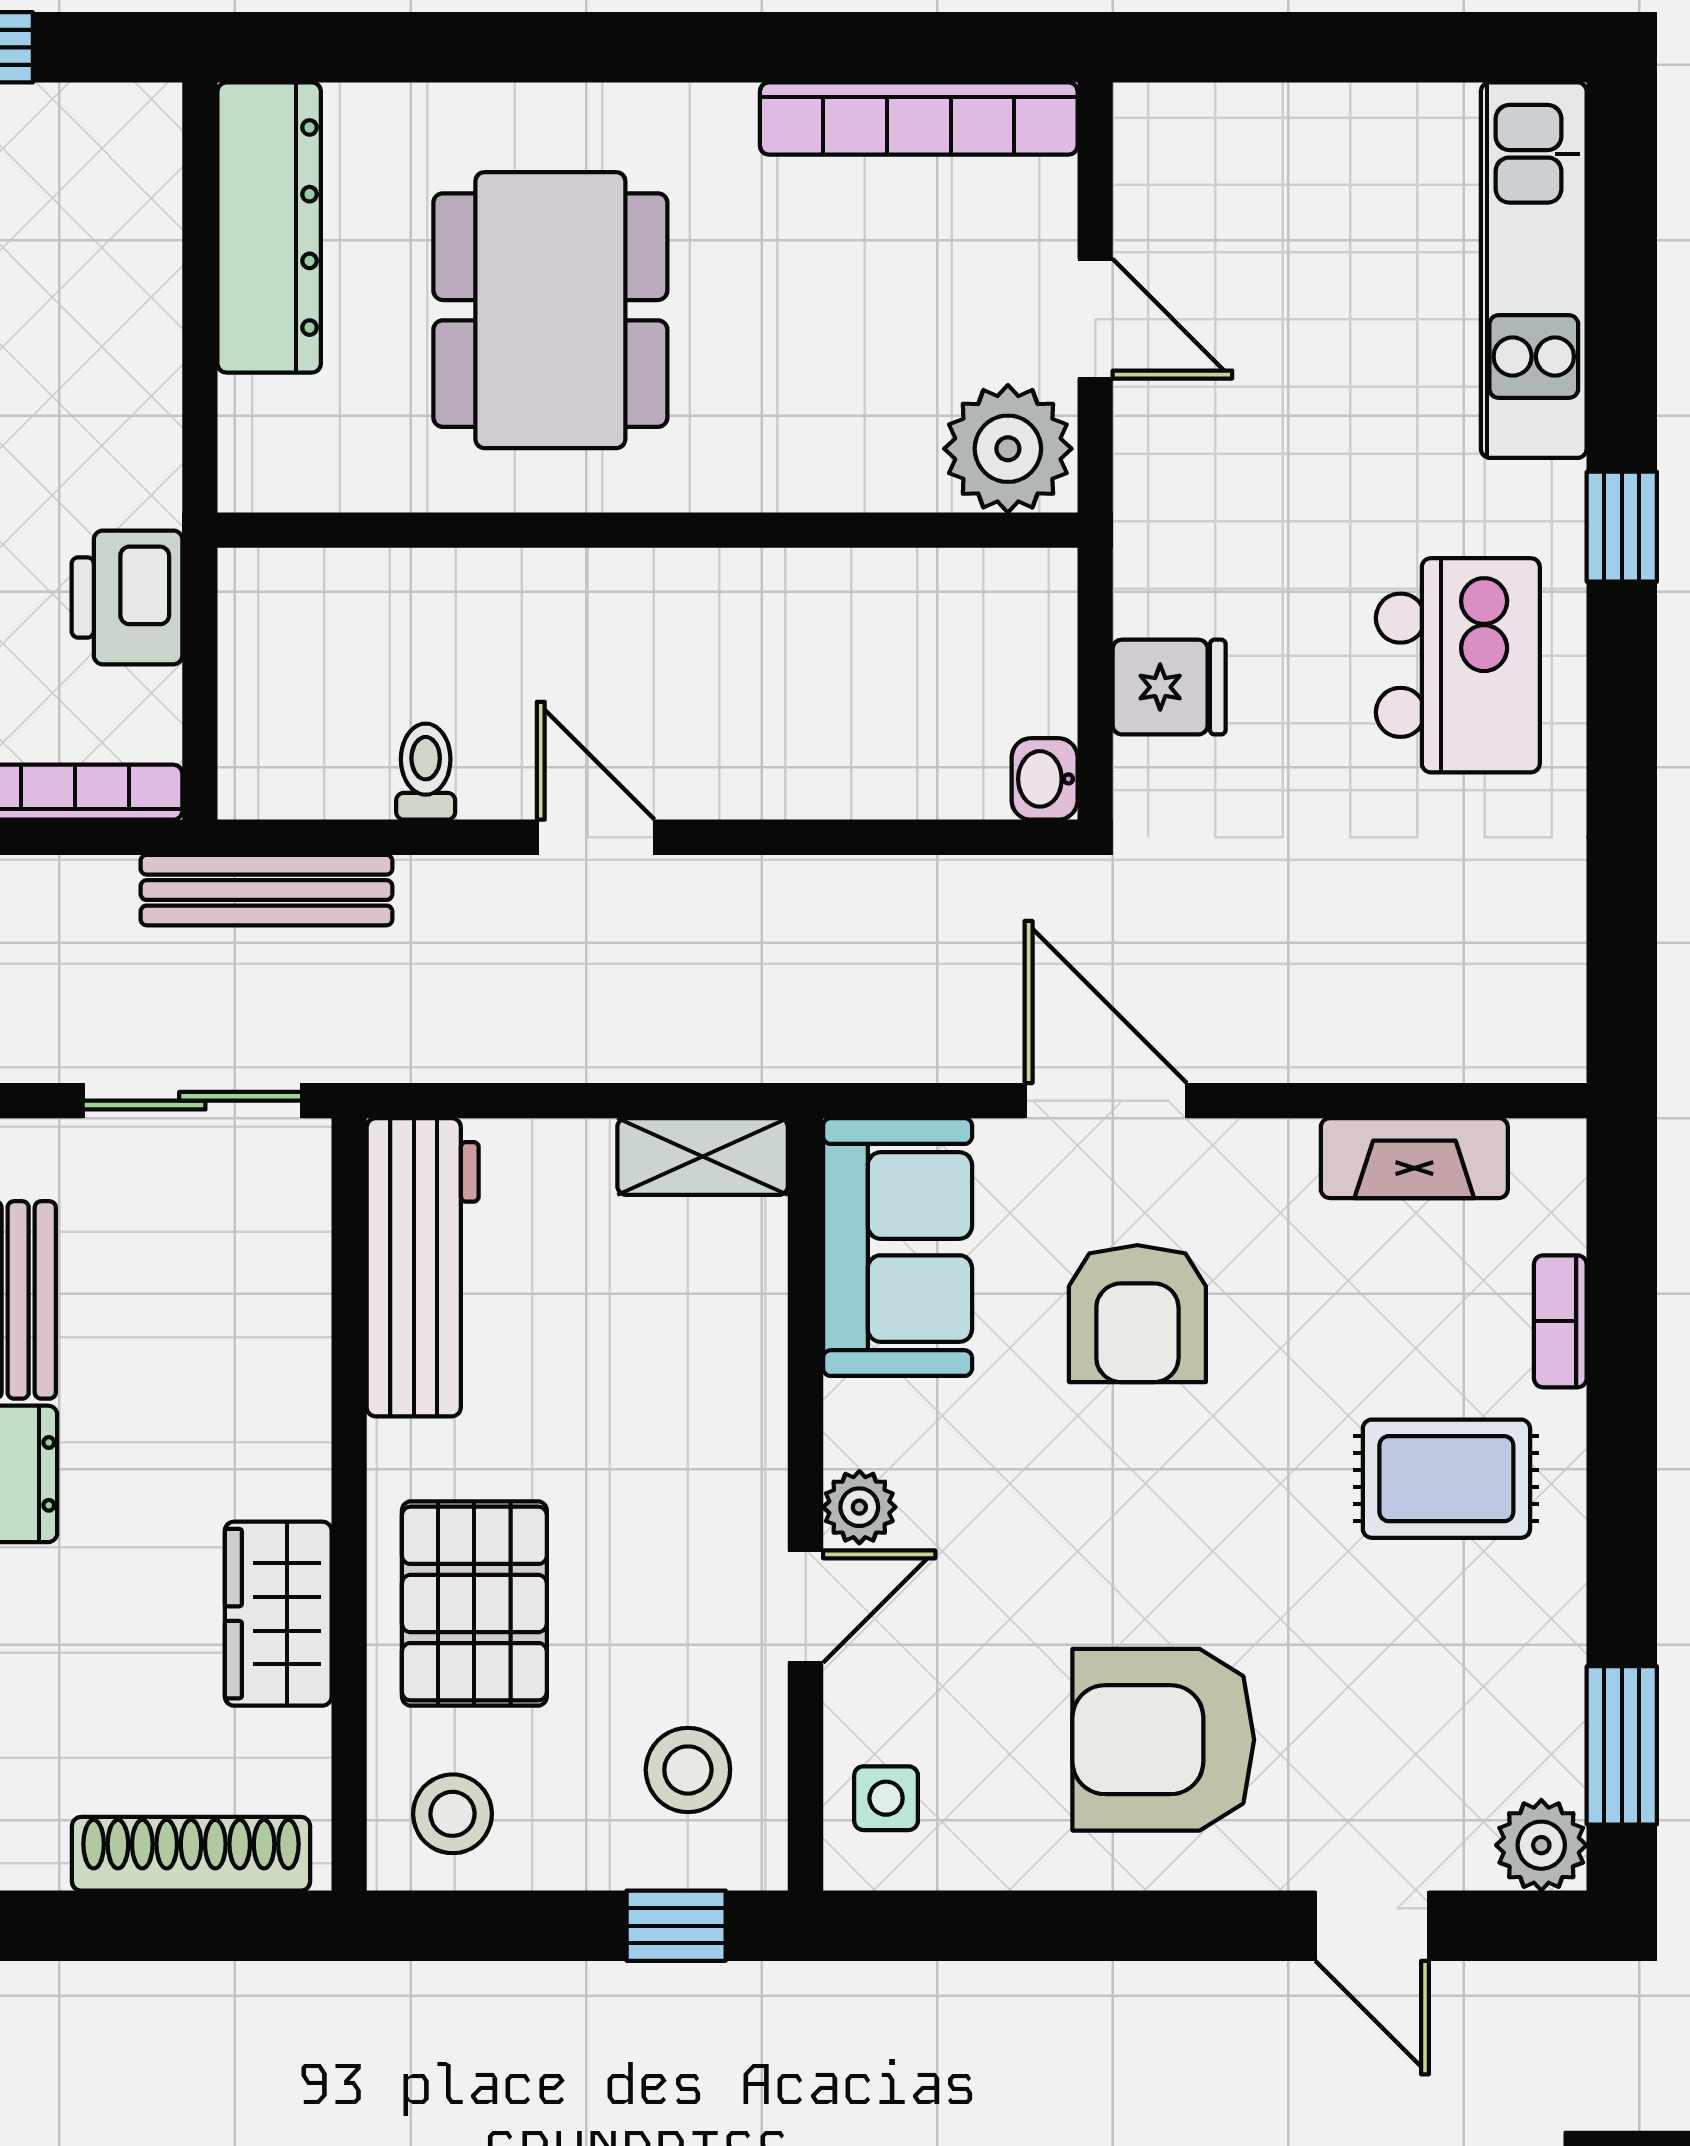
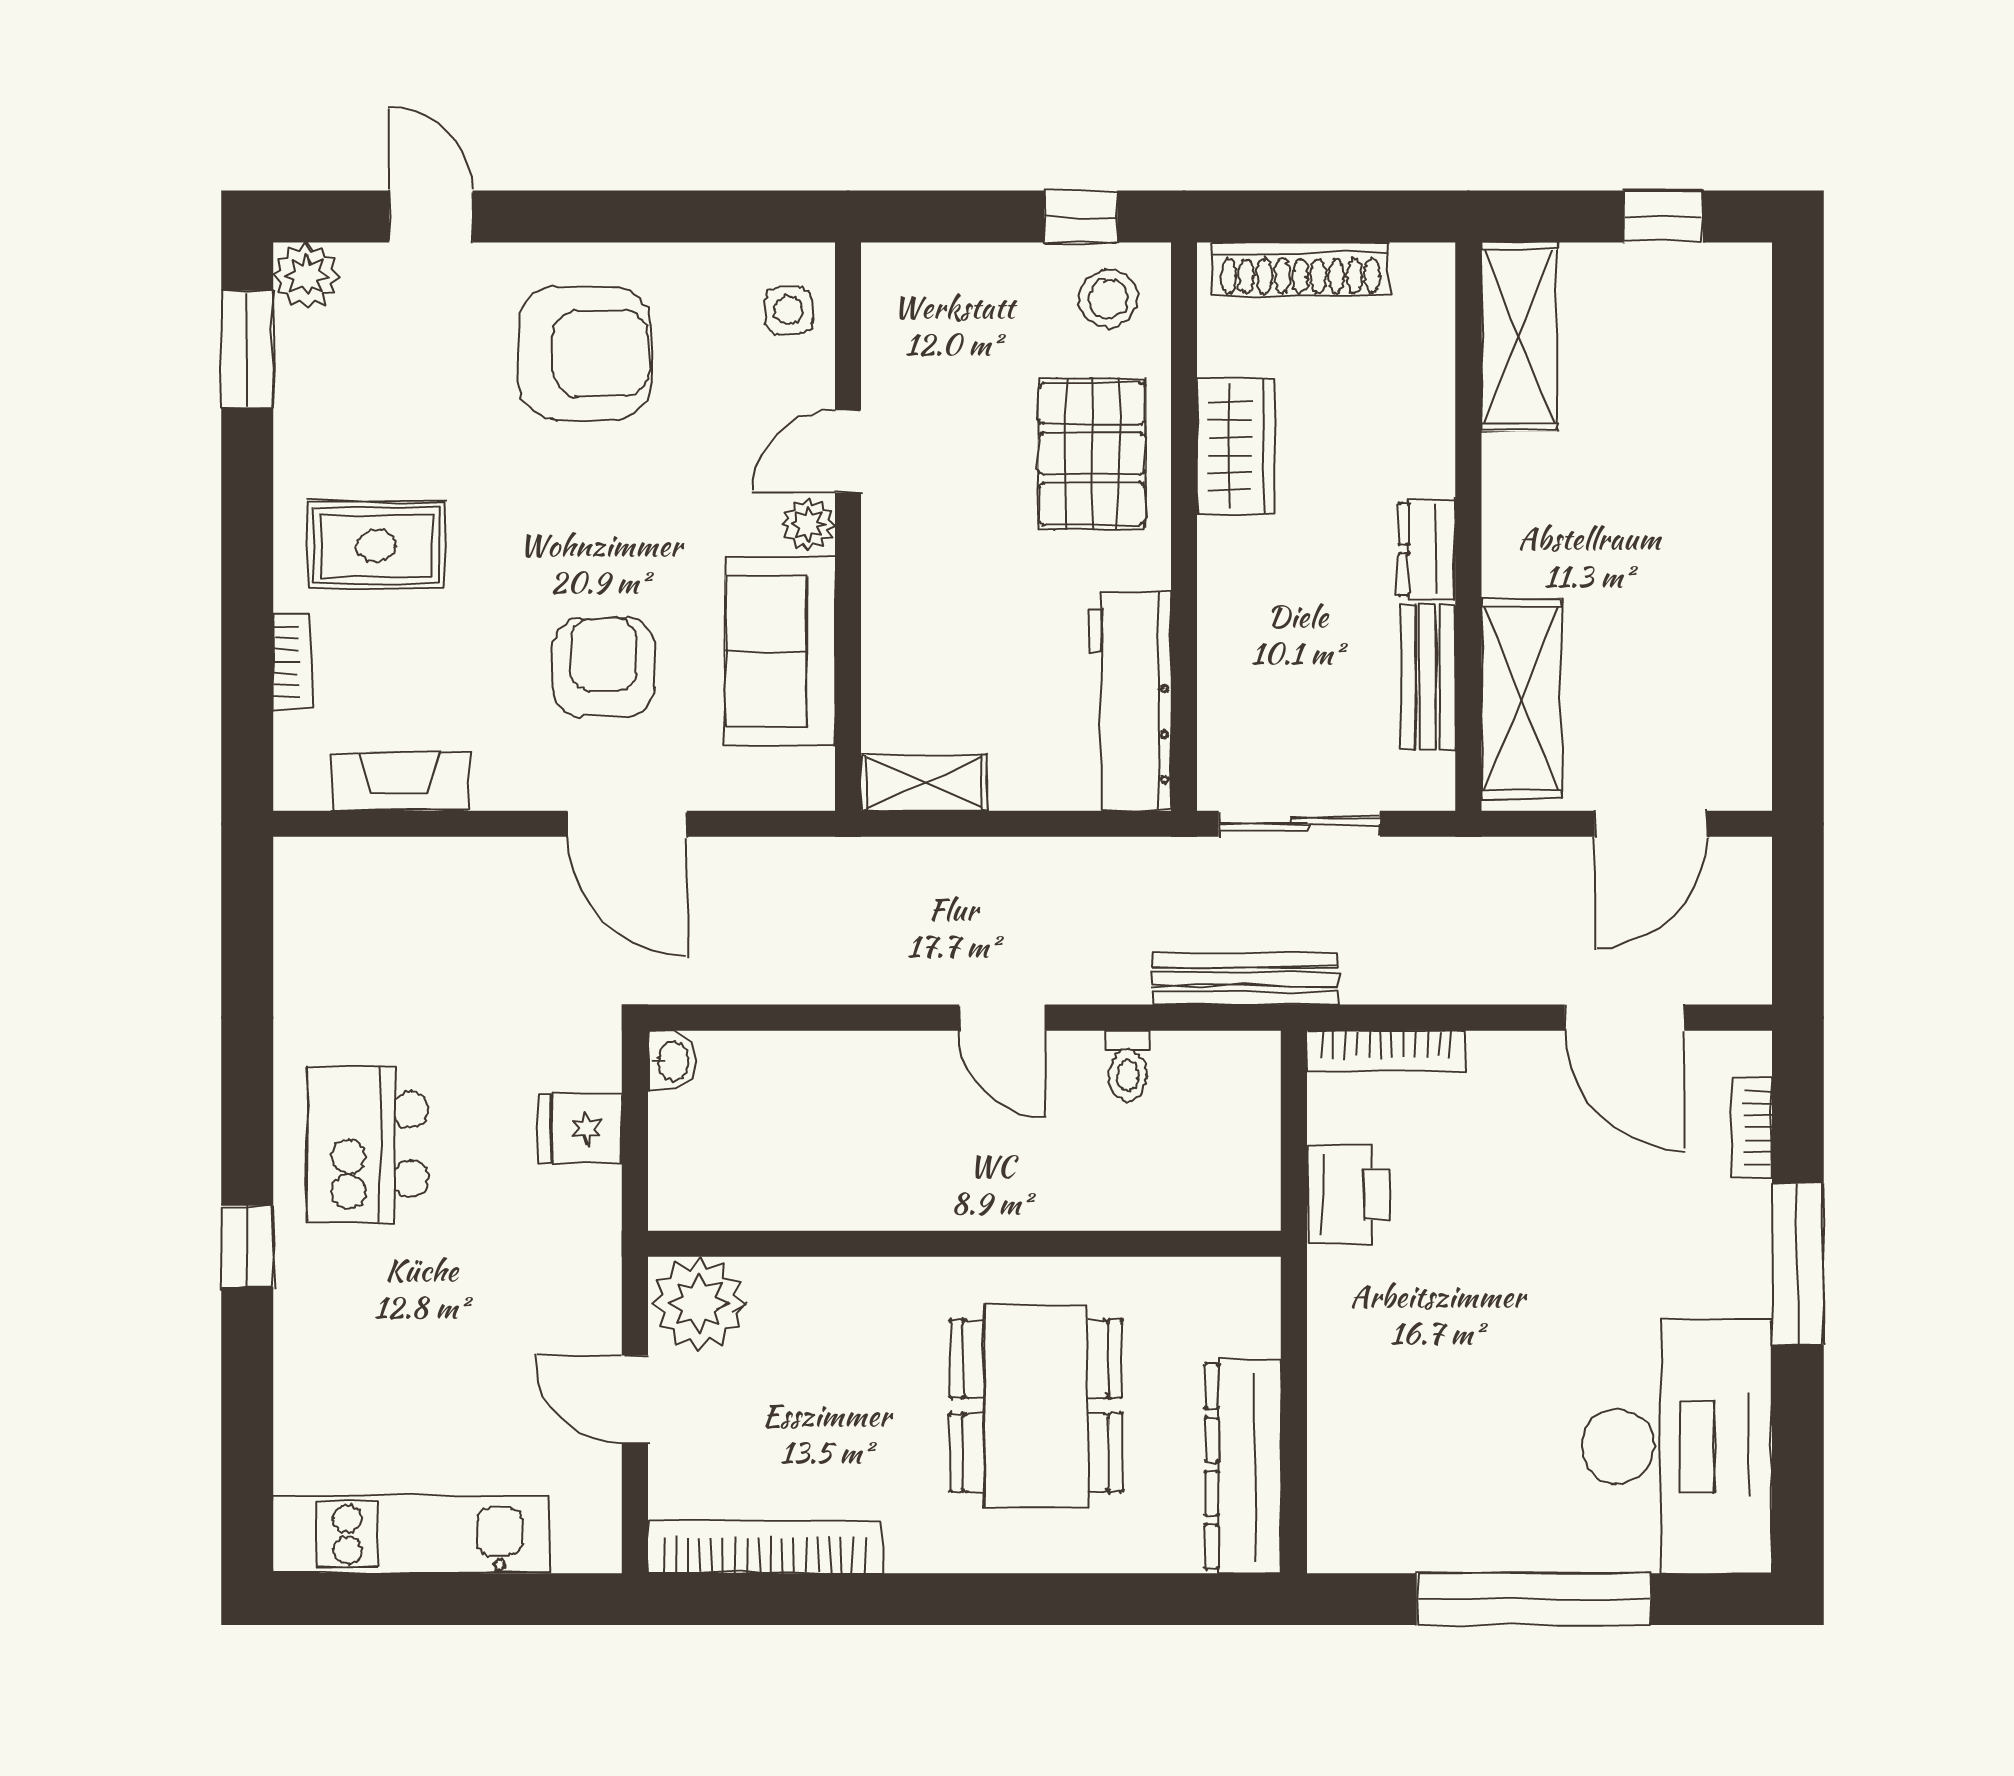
kitchen unit: (1534, 270) -> (411, 1534), moved, turned -90
sofa: (898, 1247) -> (780, 651), moved
stool: (688, 1770) -> (935, 331), removed
window: (676, 1926) -> (1081, 216), moved

